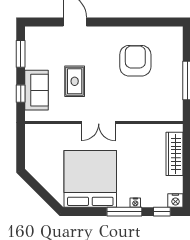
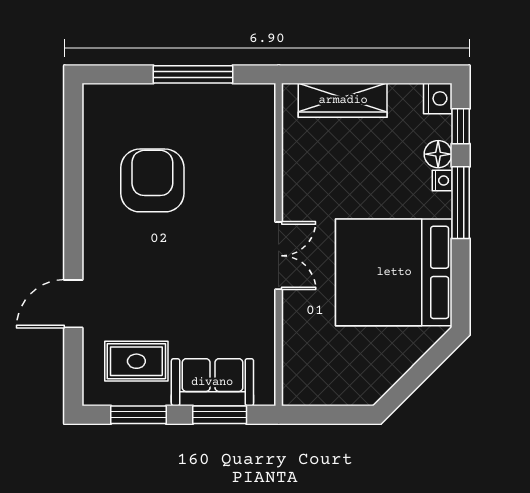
armchair: (135, 61) -> (152, 180), turned 90
rug: (75, 81) -> (136, 361), moved
window: (21, 94) -> (220, 415), width x1.50
floor lamp: (148, 201) -> (438, 154), added

